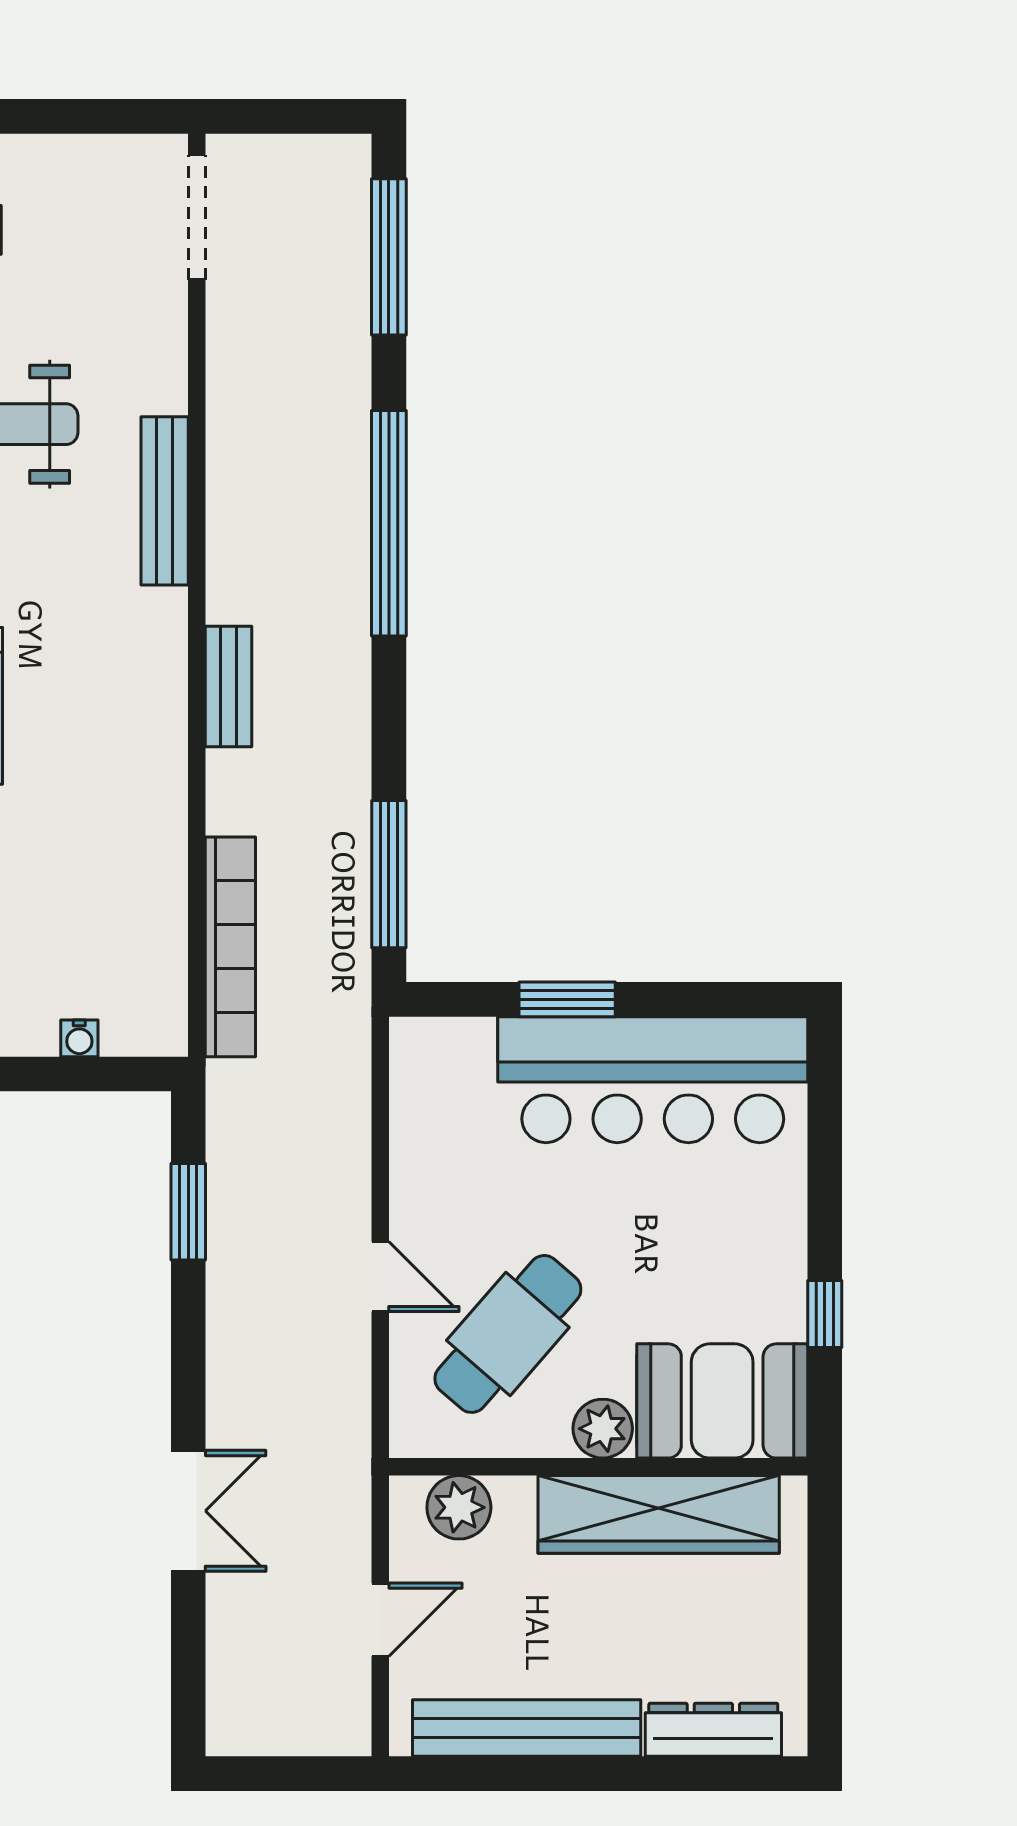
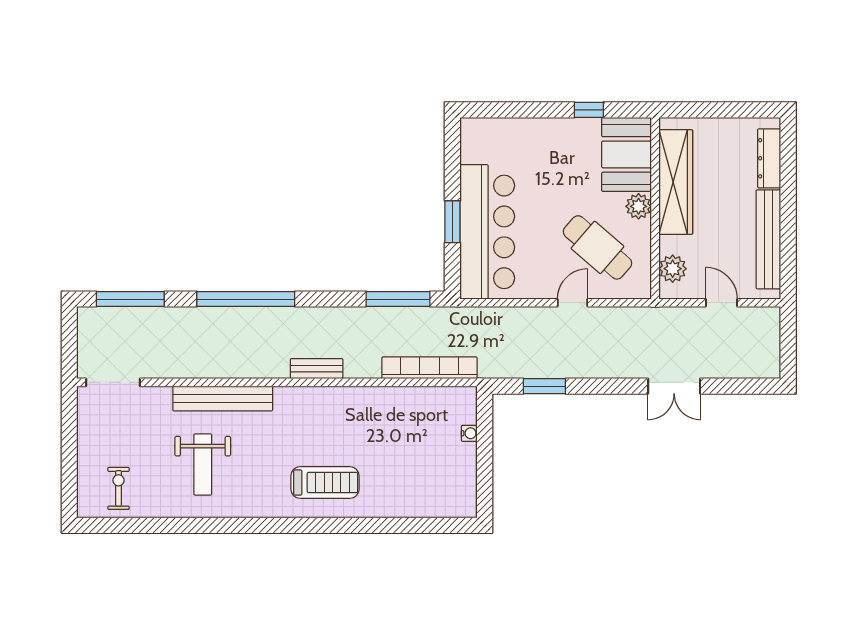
bench: (165, 501) -> (223, 398), width x1.37, depth x1.21
bar counter: (653, 1080) -> (487, 232), moved
double door: (188, 1511) -> (674, 386), swing flipped

